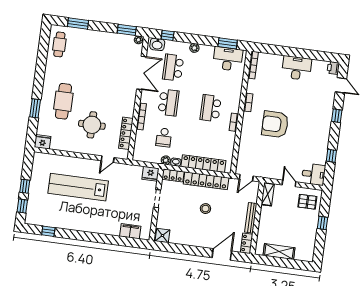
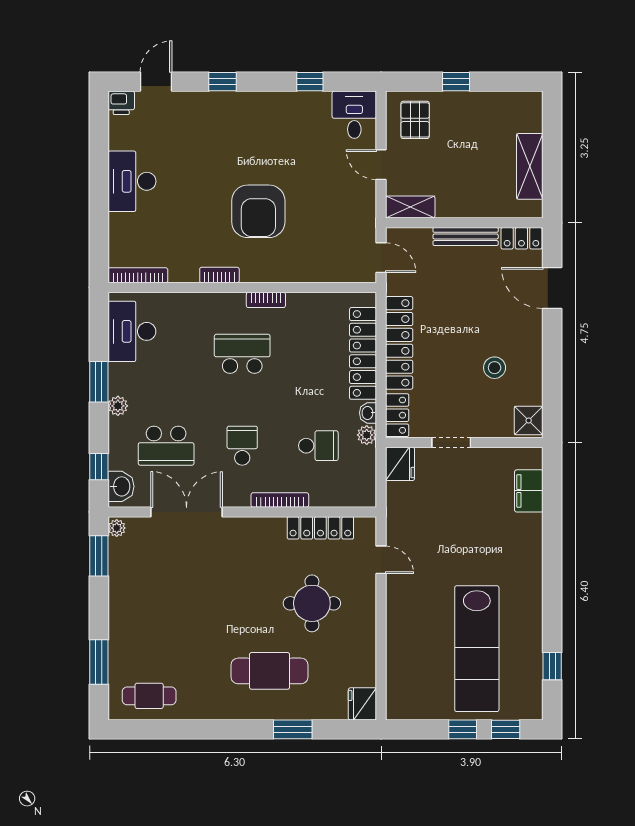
window: (228, 43) -> (99, 382), moved
school desk: (168, 102) -> (242, 446), width x0.54
school desk: (211, 108) -> (242, 354), turned 180
door: (289, 183) -> (381, 165), hinge flipped
lab bench: (78, 187) -> (477, 649), moved
stool: (205, 209) -> (495, 368), moved

